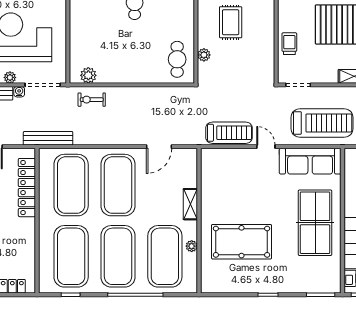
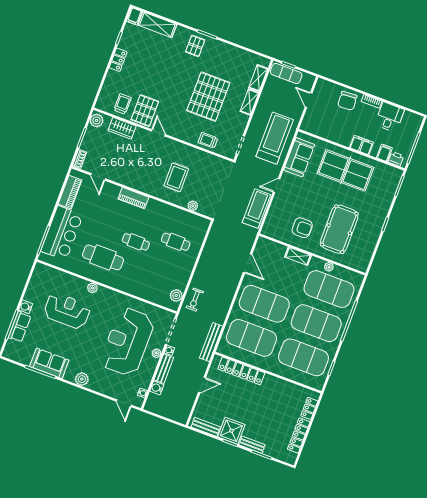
rug: (231, 22) -> (176, 177), turned 90
cafe table: (177, 59) -> (176, 242), moved
sofa: (310, 161) -> (299, 157), width x0.73
armchair: (227, 196) -> (302, 228), added

